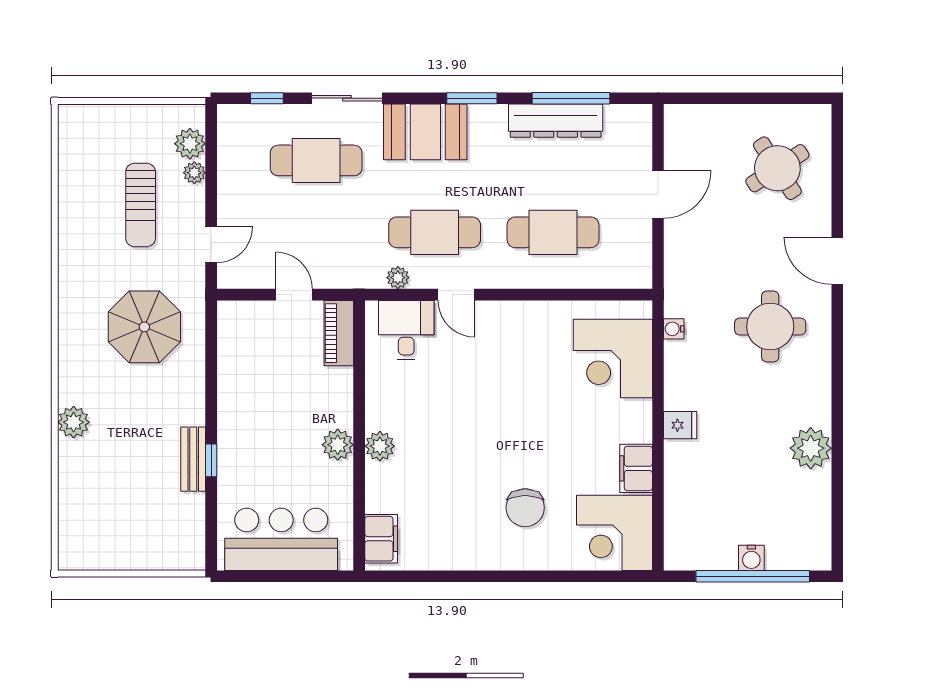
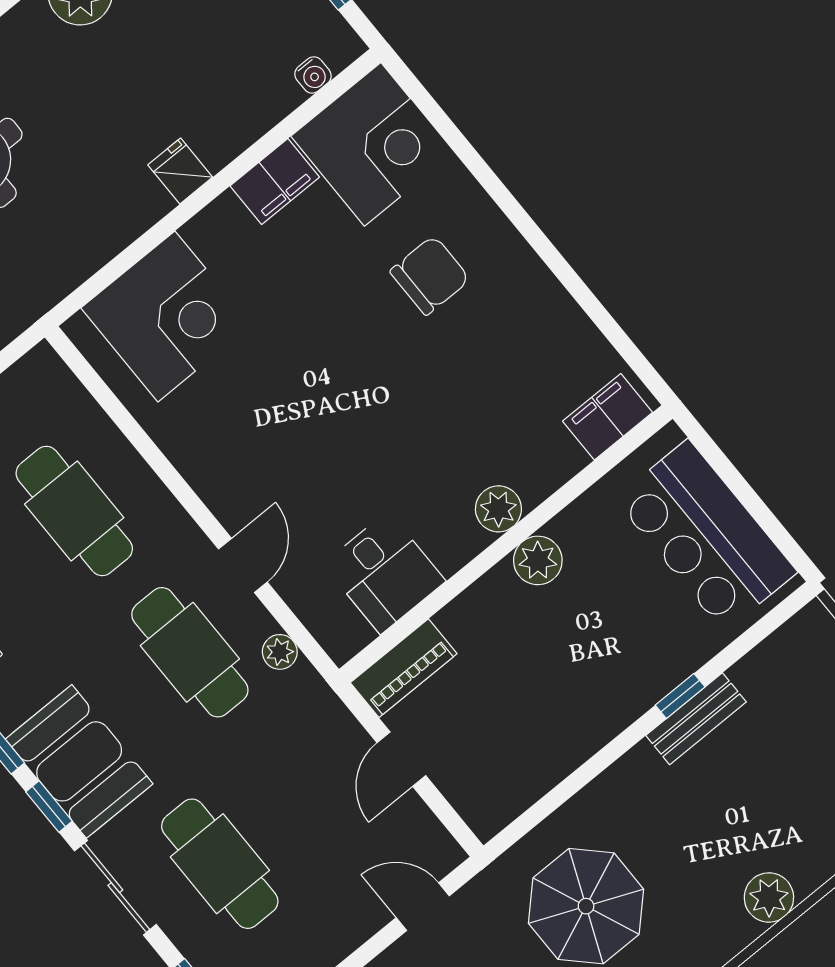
window: (415, 98) -> (49, 807), added
water cooler: (674, 329) -> (313, 75), moved
desk: (406, 330) -> (384, 573), moved, turned -90

